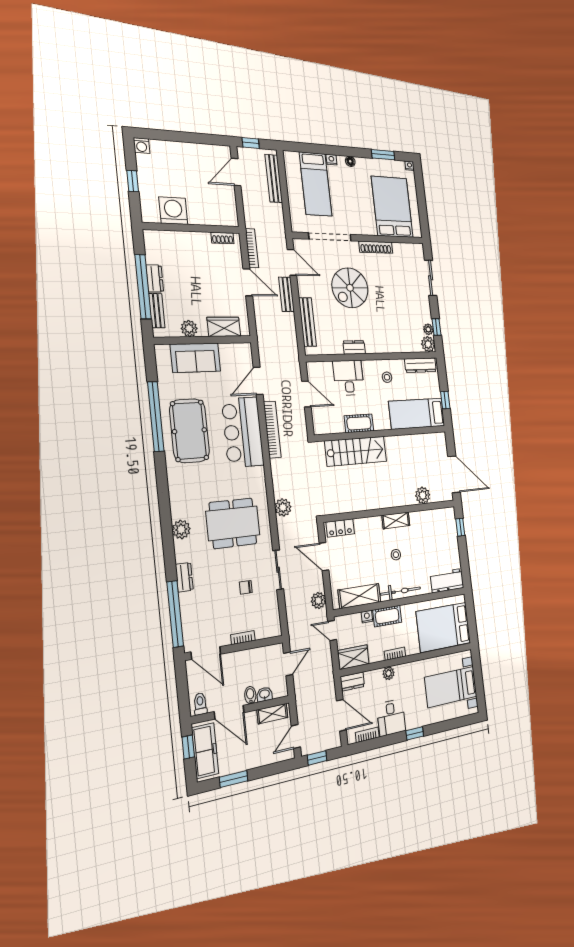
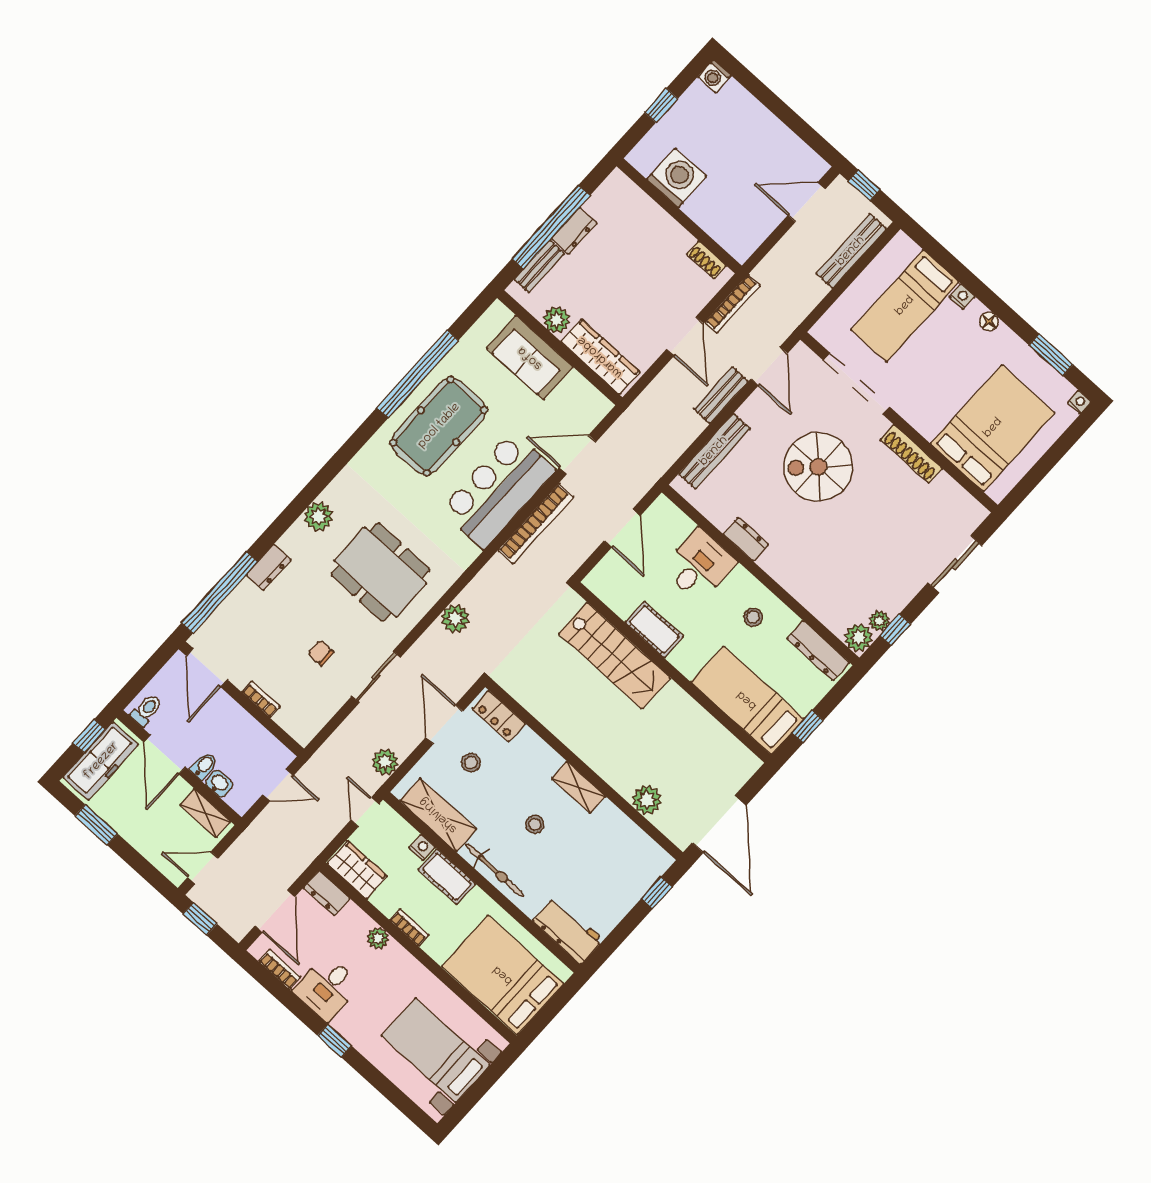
wardrobe: (224, 327) -> (600, 357), width x1.50
stool: (349, 560) -> (471, 763), added

